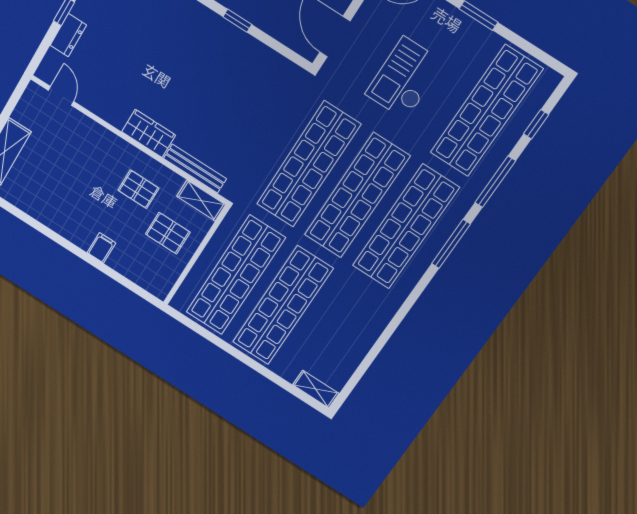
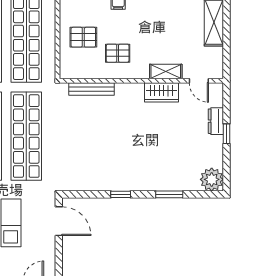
wardrobe: (149, 133) -> (161, 92), moved
shelving: (201, 200) -> (166, 72), moved

